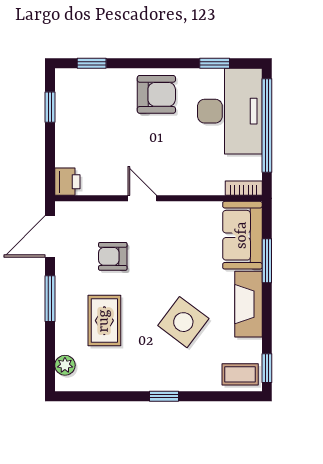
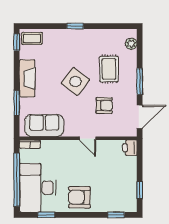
sofa: (242, 235) -> (44, 126), moved, turned -90
side table: (183, 322) -> (75, 81), moved

